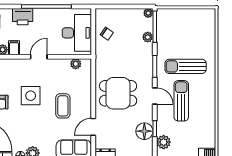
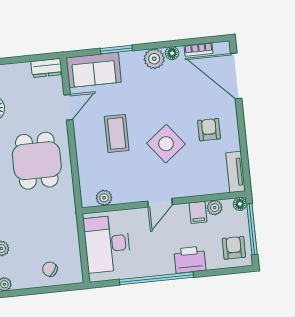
chair: (107, 34) -> (50, 269), moved
dining table: (118, 93) -> (37, 161), turned 90
side table: (31, 96) -> (166, 144), turned -38

